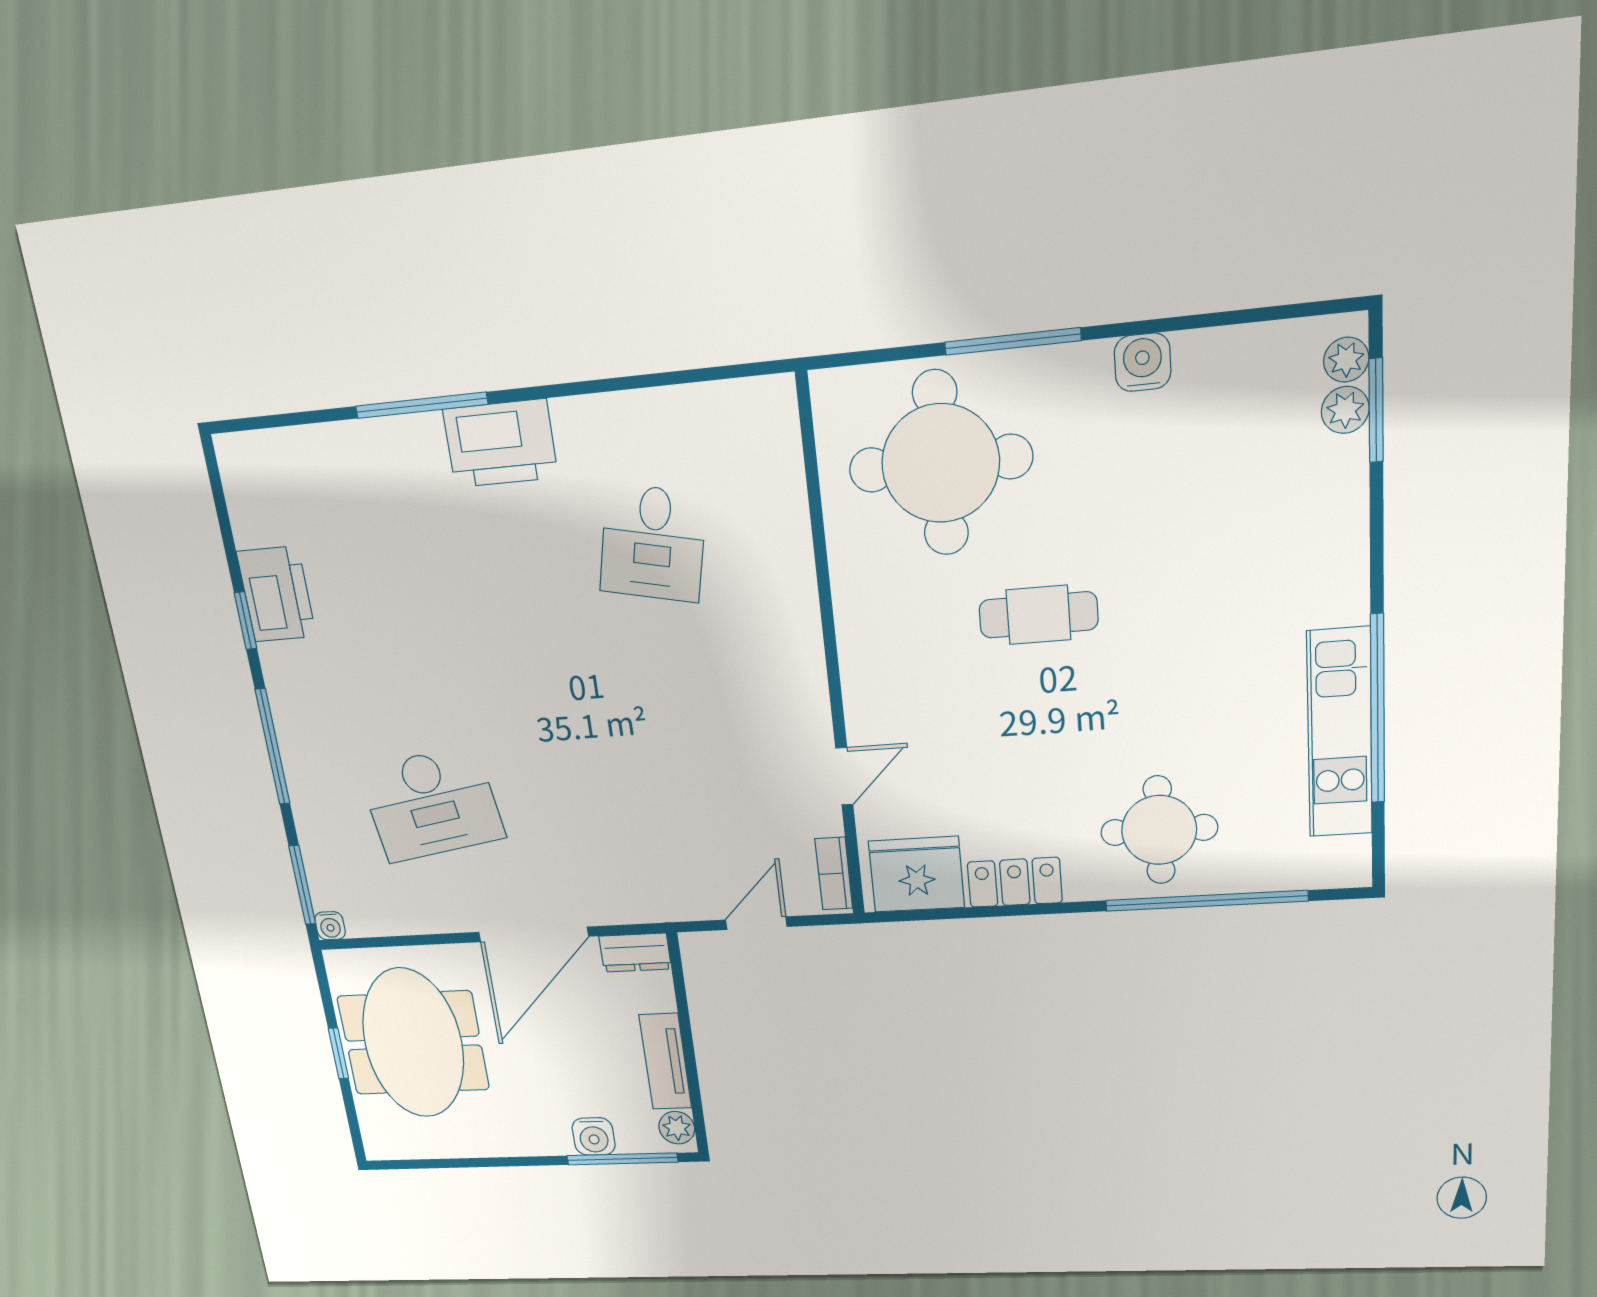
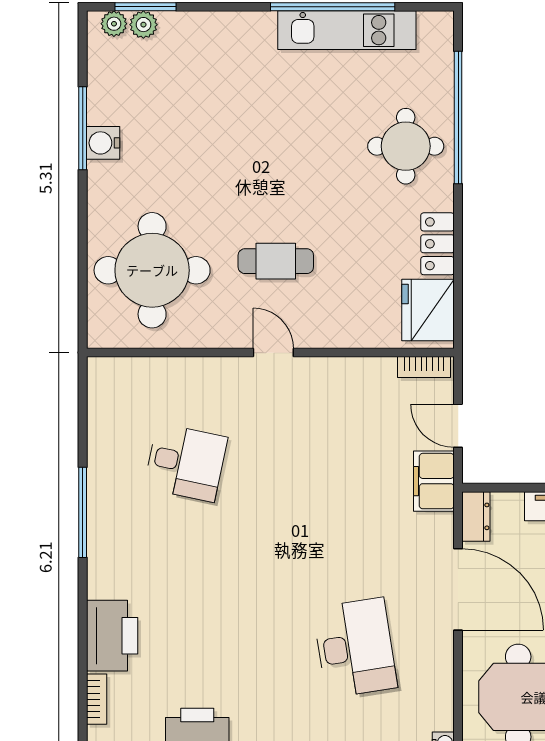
window: (1013, 341) -> (83, 128), moved
window: (421, 405) -> (83, 512), moved
bookcase: (290, 441) -> (97, 699), added
printer: (500, 443) -> (112, 636), moved
cafe table: (1038, 615) -> (276, 261), moved, turned 90
door: (844, 776) -> (273, 353), moved
filing cabinet: (675, 895) -> (434, 481), added

